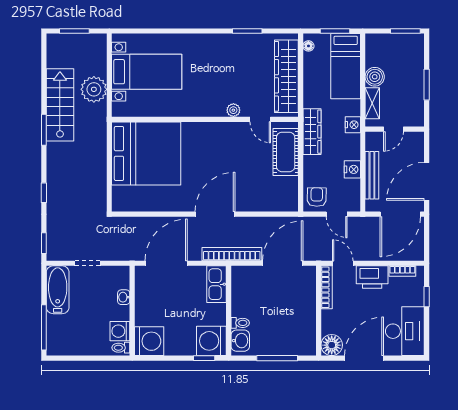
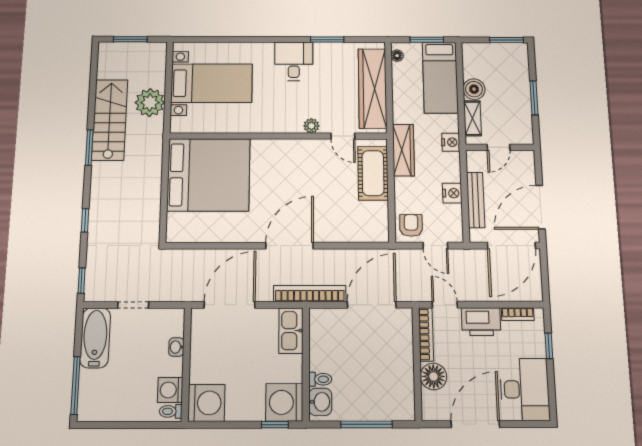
desk: (218, 51) -> (294, 61), added
floor lamp: (332, 345) -> (434, 376), moved

